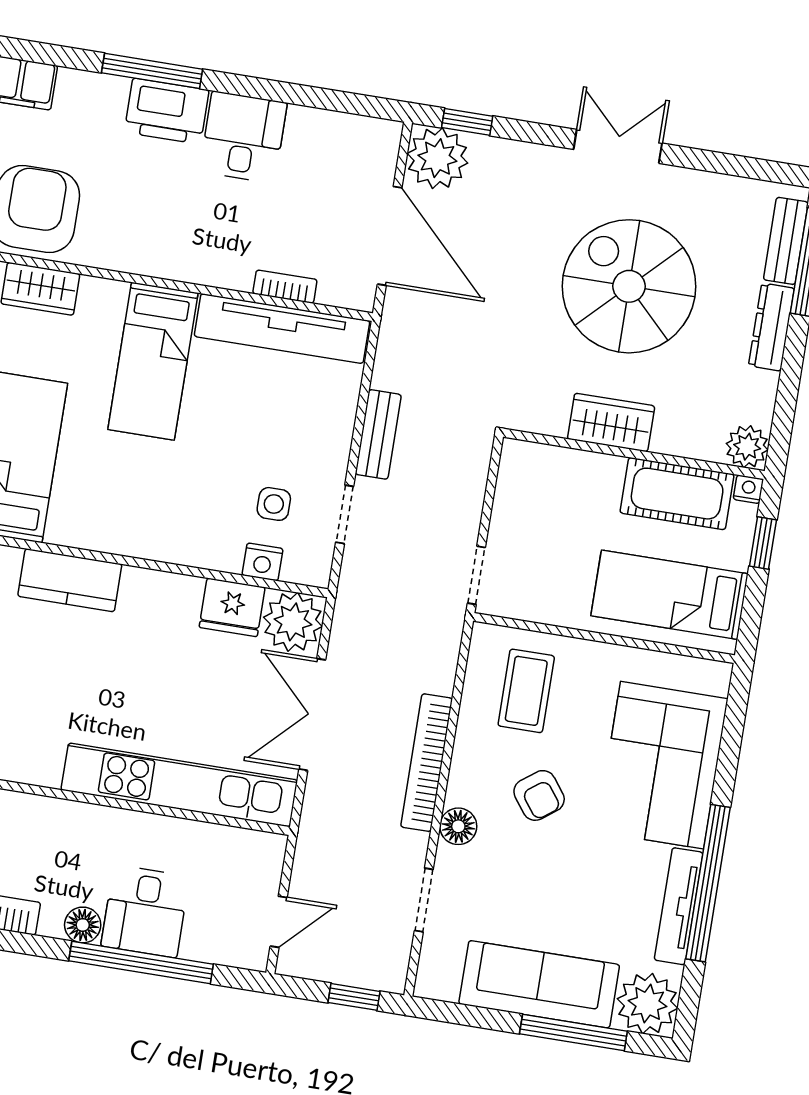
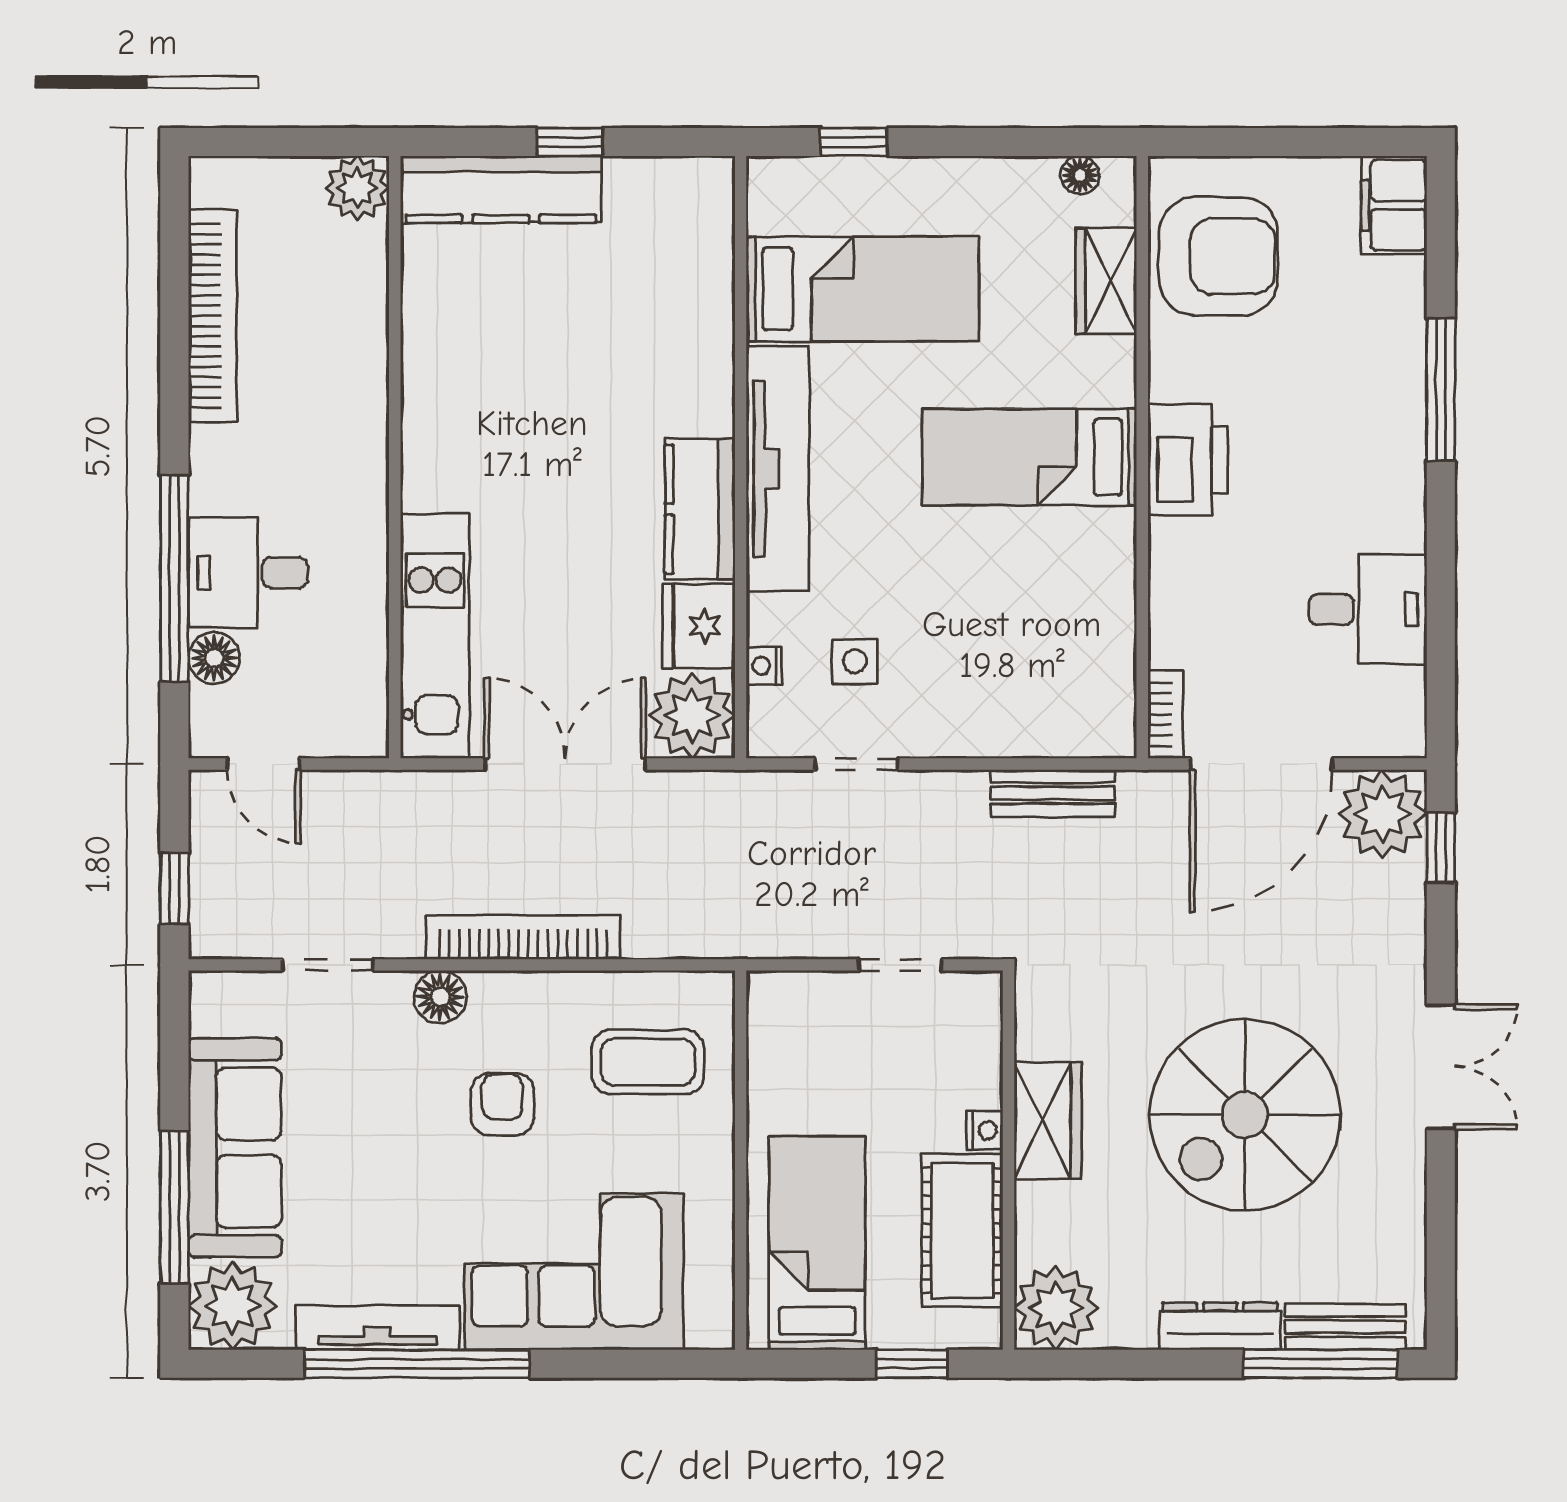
printer: (167, 111) -> (1188, 460), moved, turned 180
desk: (243, 137) -> (1368, 610), moved
spiral stairs: (629, 286) -> (1245, 1115), turned 180
bookcase: (285, 287) -> (1166, 714), moved
tv unit: (282, 329) -> (778, 469), moved, turned 180
bench: (378, 434) -> (1053, 793), moved
plant: (747, 447) -> (1056, 1308), width x1.36, depth x1.36
nightstand: (748, 489) -> (985, 1130), moved
nightstand: (263, 562) -> (764, 666), width x0.72, depth x0.74
doorway: (476, 575) -> (900, 965), moved
kitchen counter: (70, 580) -> (700, 509), moved
kitchen unit: (179, 785) -> (435, 636), width x0.73
armchair: (539, 795) -> (502, 1104), turned 127
floor lamp: (83, 925) -> (214, 658), moved

